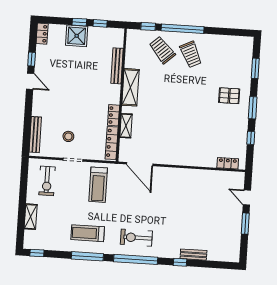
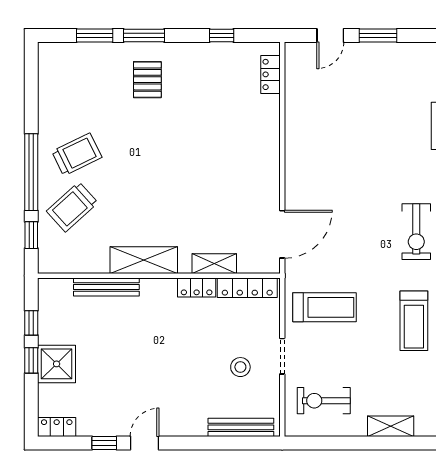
window: (253, 108) -> (144, 35), moved
exercise bike: (47, 181) -> (324, 401), turned 180

